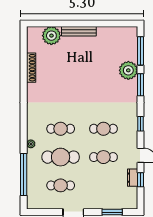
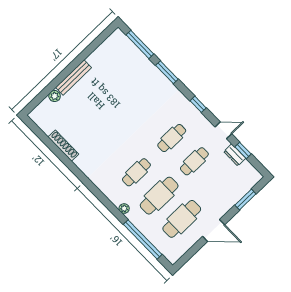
plant: (51, 36) -> (55, 96), width x0.53, depth x0.53
plant: (128, 70) -> (145, 70), removed
cafe table: (61, 185) -> (182, 219), width x1.37, depth x1.35

